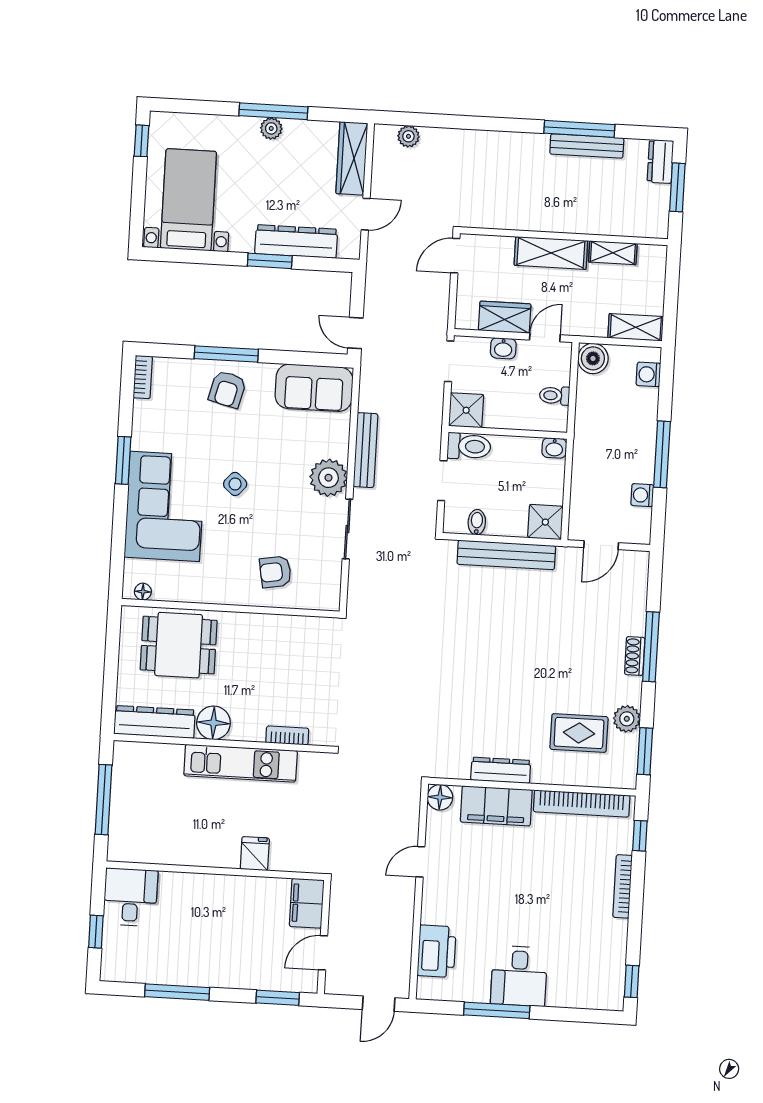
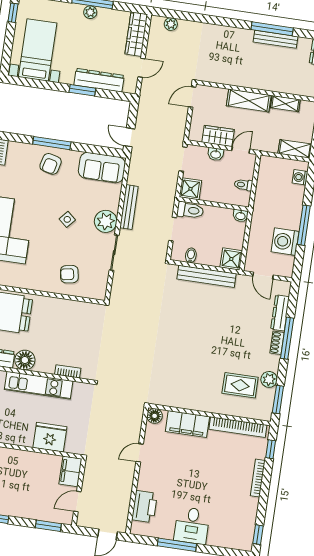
boiler: (593, 358) -> (268, 165), removed
side table: (235, 484) -> (67, 219), moved
washing machine: (642, 495) -> (285, 242), width x1.89, depth x1.89
door: (601, 545) -> (263, 276), hinge flipped
dresser: (501, 770) -> (280, 313), moved, turned -90
fridge: (255, 854) -> (50, 437), width x1.88, depth x1.34

